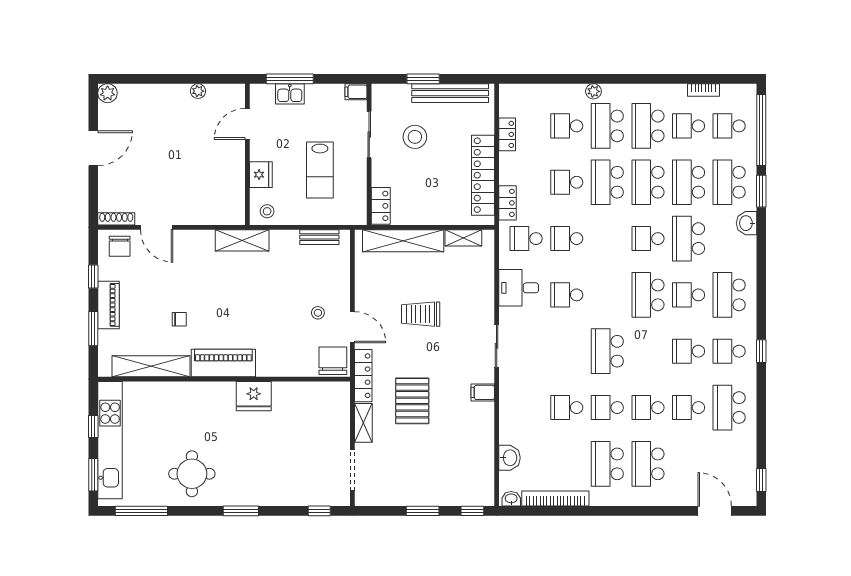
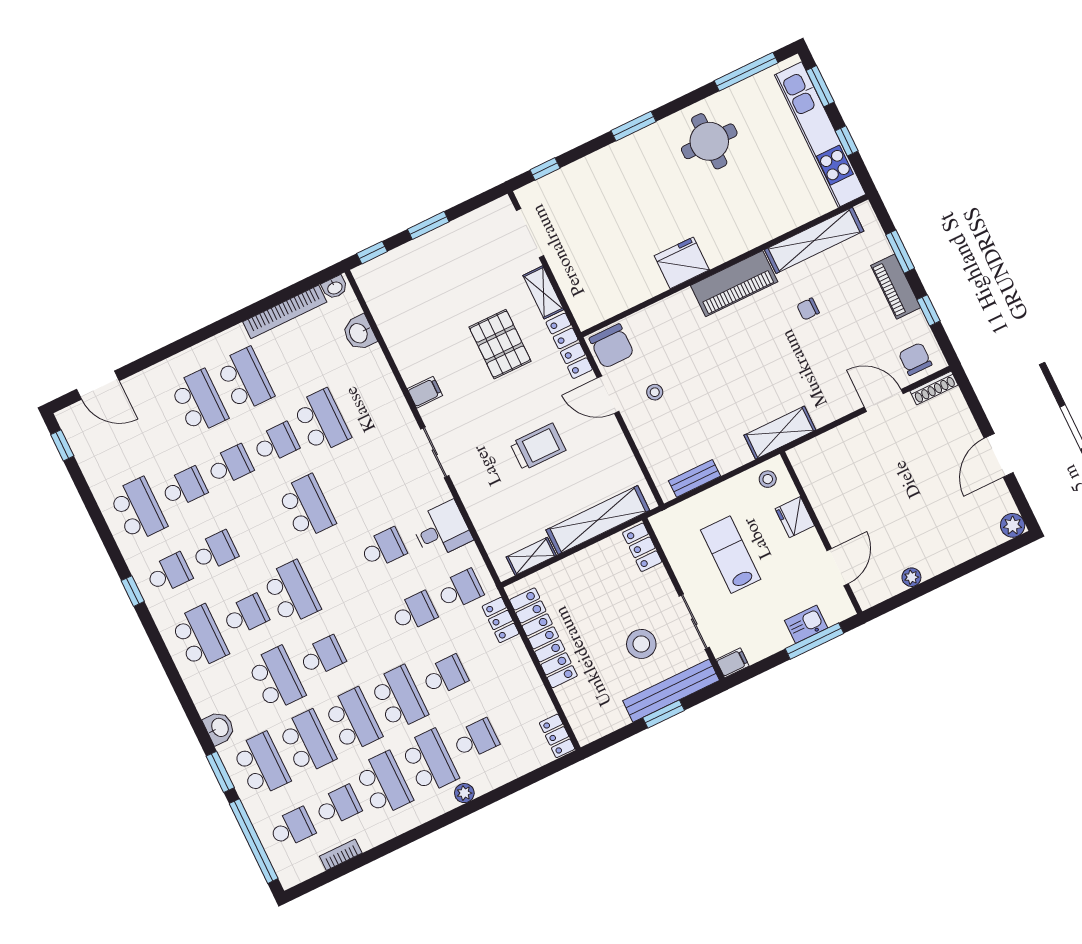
bench: (450, 93) -> (671, 691), moved
locker: (507, 134) -> (557, 736), moved
school desk: (567, 408) -> (322, 421), width x1.85

